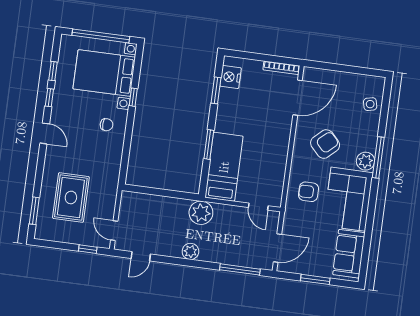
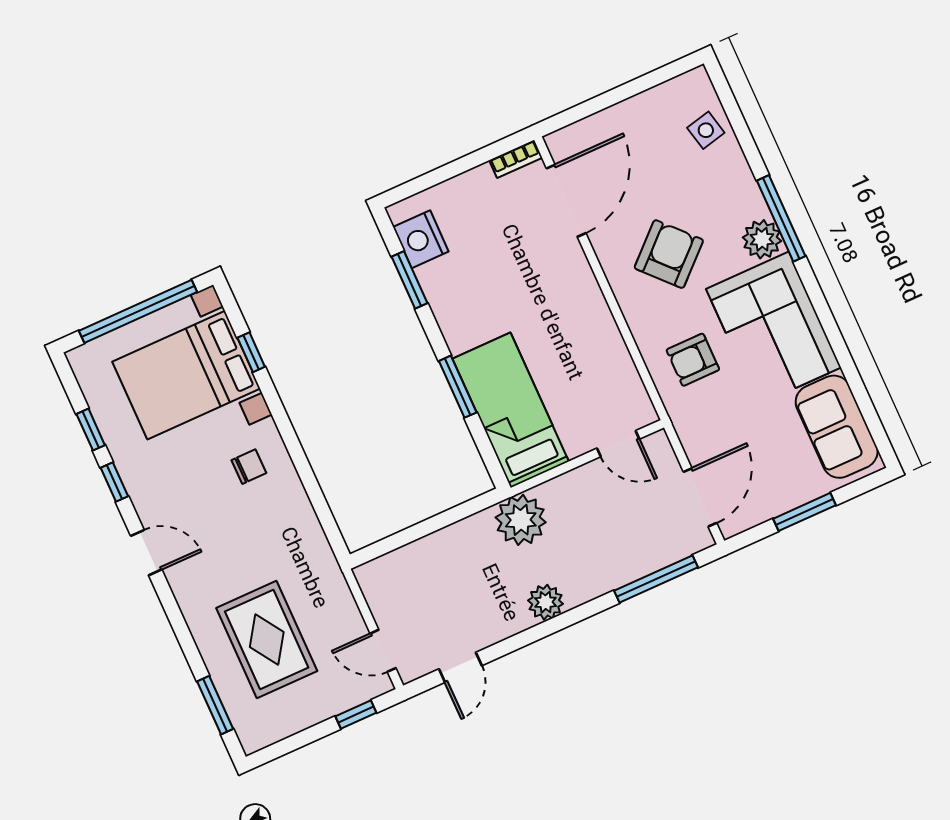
bookcase: (281, 68) -> (516, 159), width x0.64
window: (133, 97) -> (251, 352), moved

